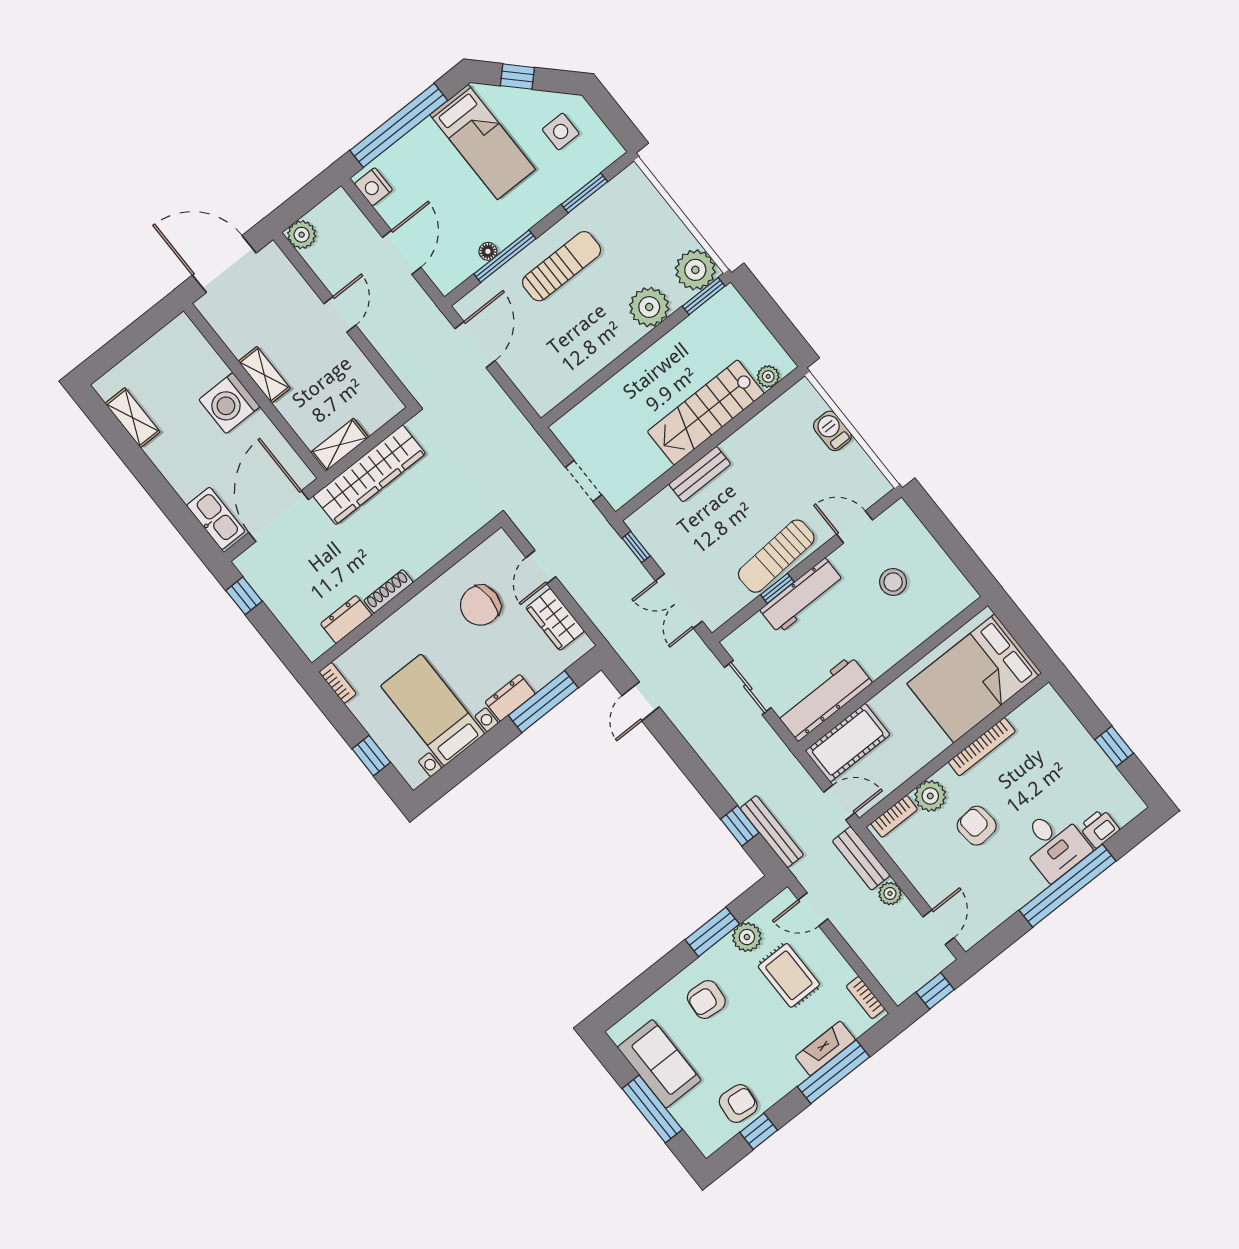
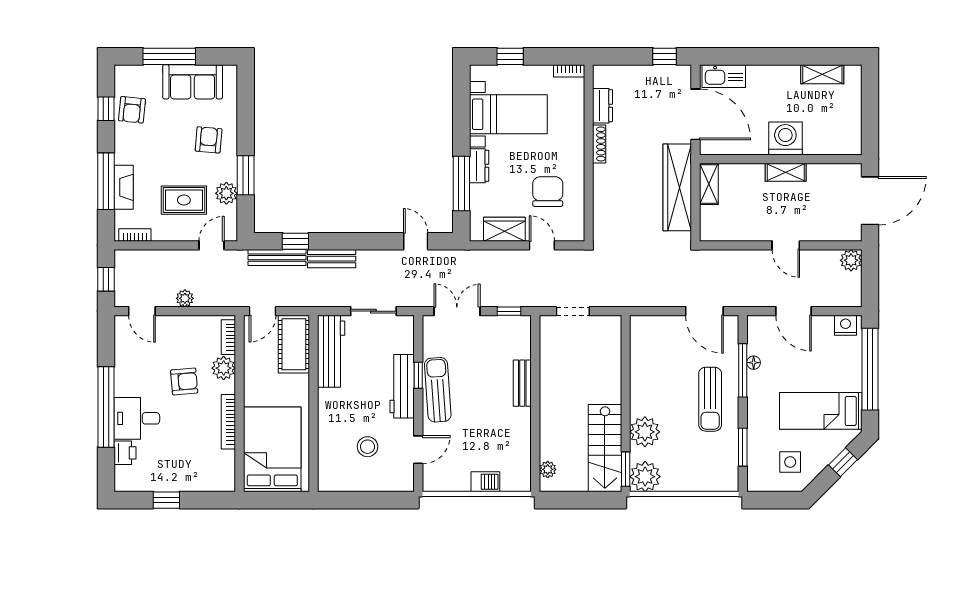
stairs: (706, 412) -> (605, 448), moved, turned 180
bench: (861, 858) -> (332, 259), moved

